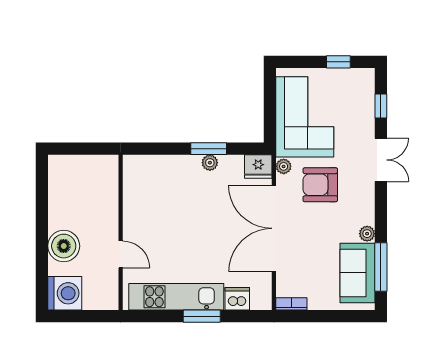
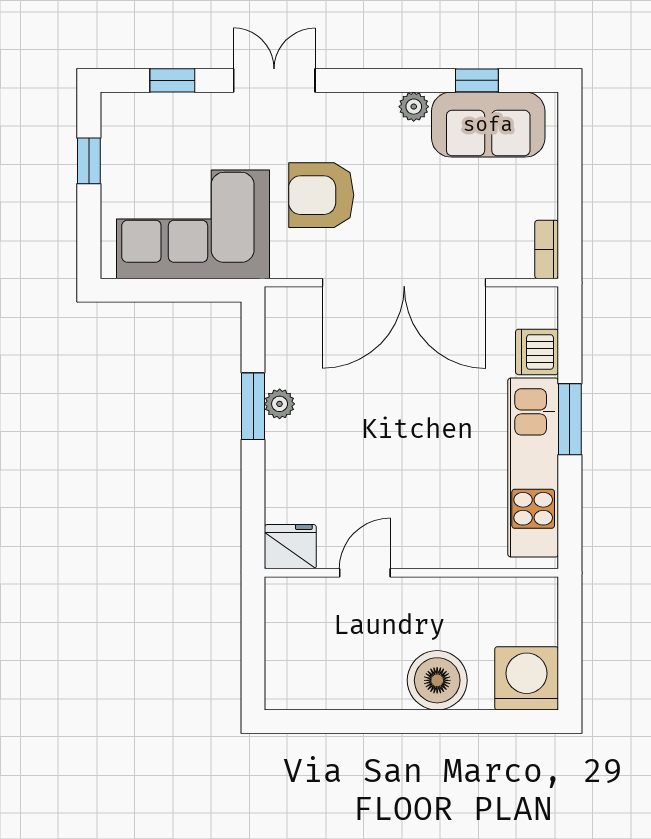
fridge: (258, 166) -> (290, 547), moved, turned -90
plant: (284, 166) -> (287, 264), removed
armchair: (320, 185) -> (321, 195), turned 90
door: (121, 254) -> (365, 573), moved
window: (381, 267) -> (477, 80), width x0.46

